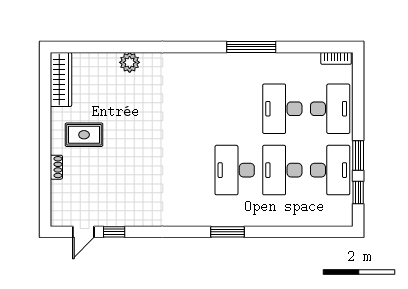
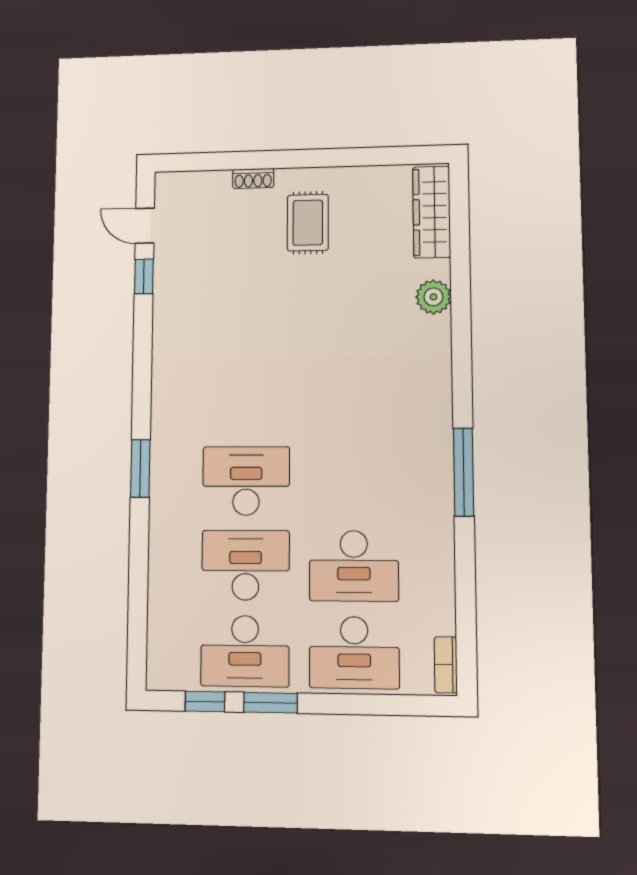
window: (251, 47) -> (464, 472), moved
wardrobe: (61, 79) -> (432, 212), moved, turned 90
desk: (282, 109) -> (354, 566), turned 180

